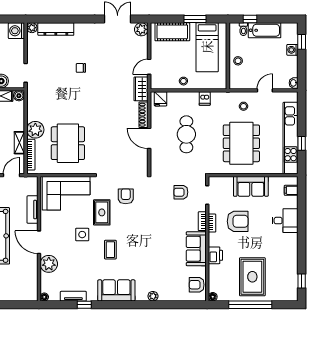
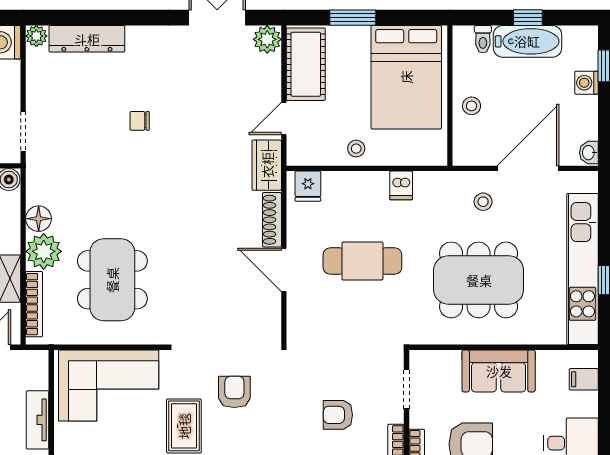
window: (195, 19) -> (353, 18), moved
window: (250, 19) -> (528, 18), moved
cot: (172, 32) -> (306, 64), moved, turned 90
bed: (207, 47) -> (406, 77), width x1.50
door: (265, 90) -> (528, 168), width x1.88
floor lamp: (33, 114) -> (39, 219), added
cafe table: (186, 134) -> (362, 261), turned 90
dining table: (241, 143) -> (479, 280), turned 90
armchair: (181, 192) -> (338, 415), moved

